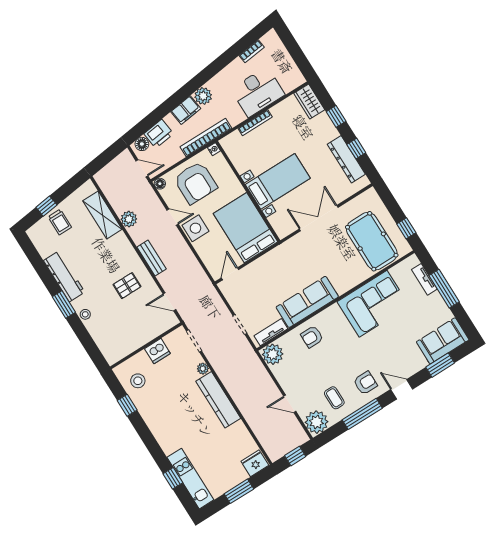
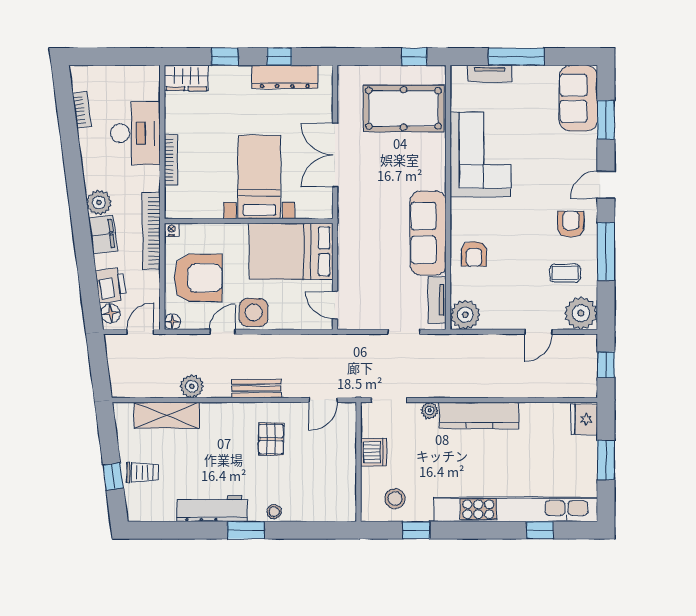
kitchen unit: (190, 479) -> (516, 509), width x1.86

